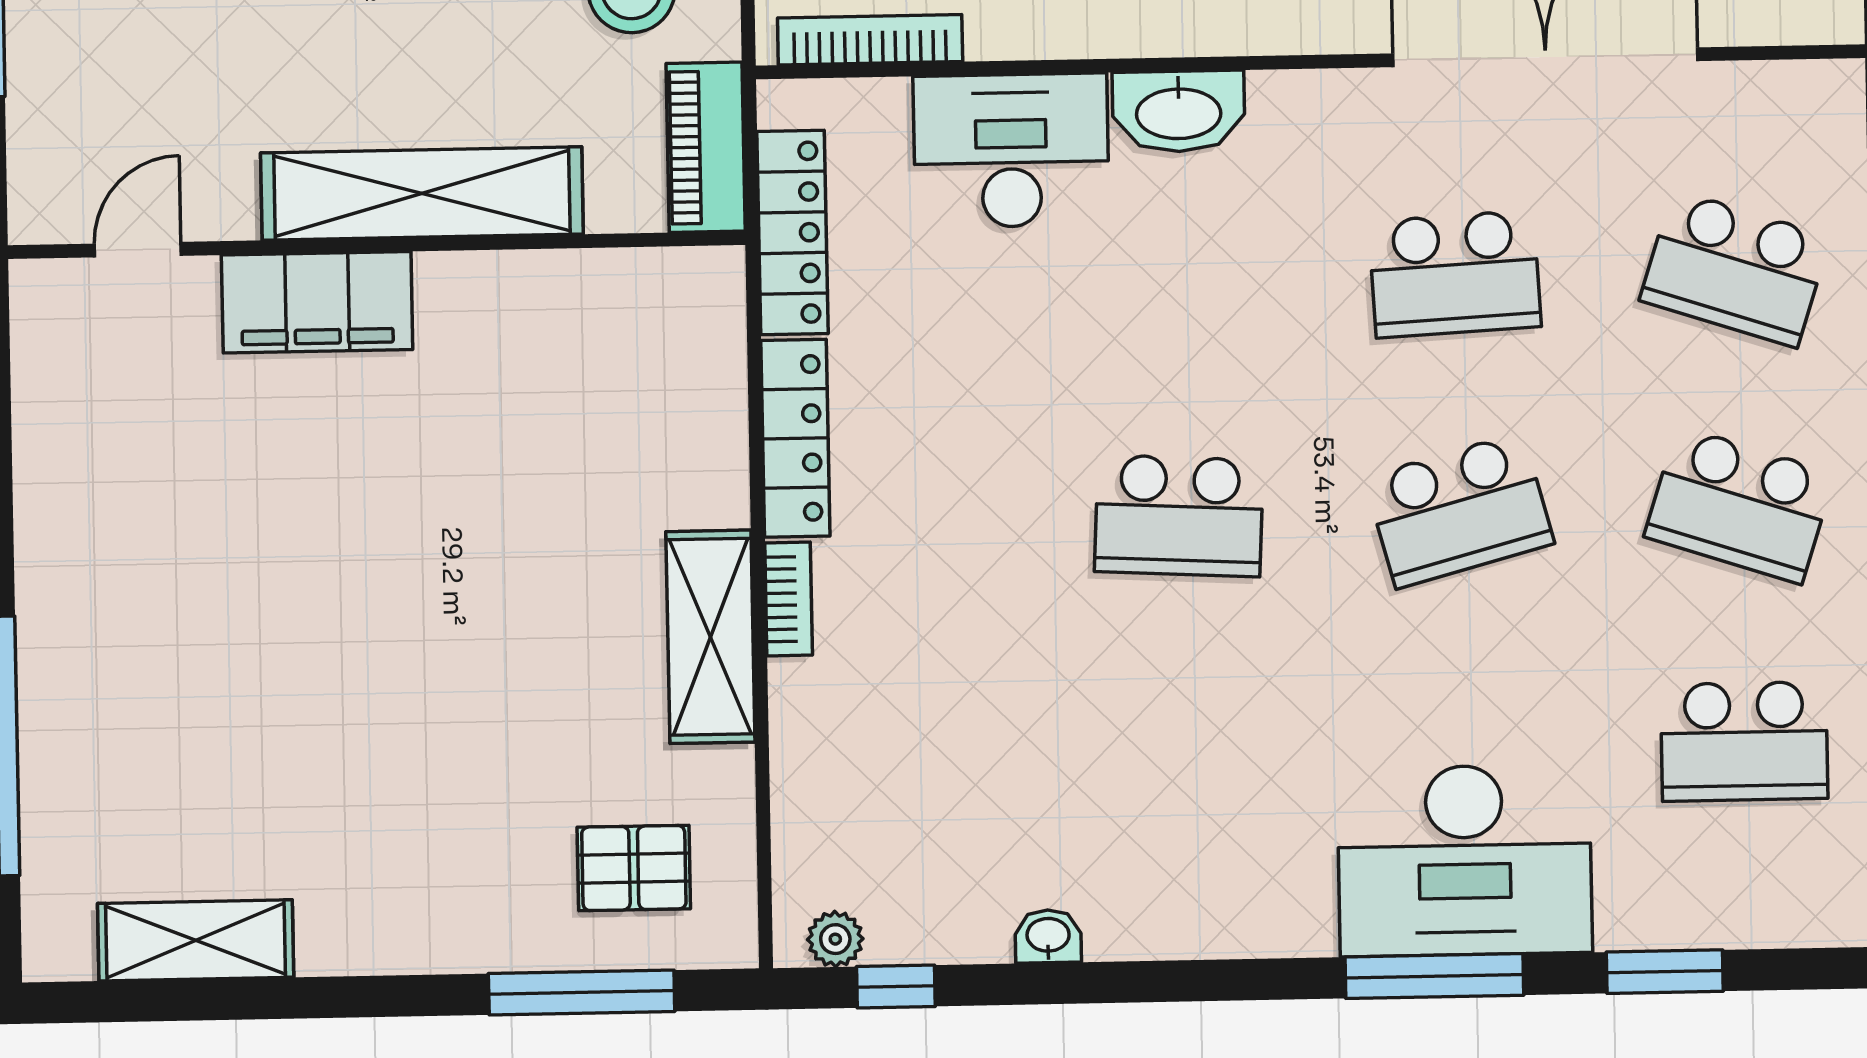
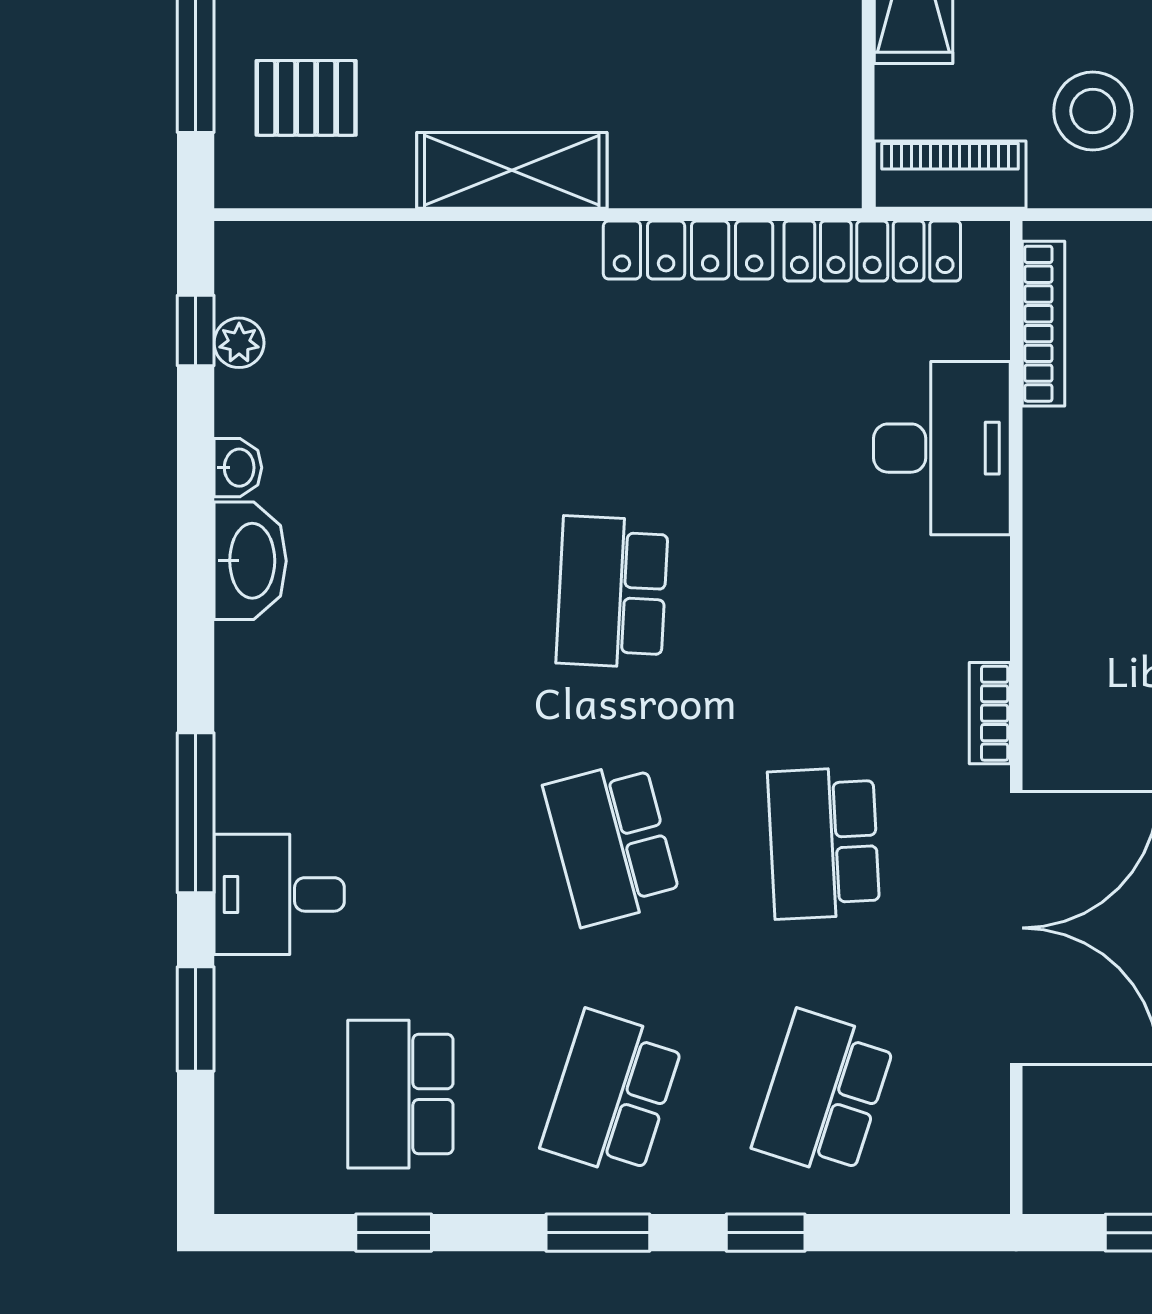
washbasin: (1179, 111) -> (250, 561), moved, turned 180
bookcase: (789, 599) -> (990, 713), moved, turned 90
desk: (1465, 860) -> (279, 894), width x0.53, depth x0.77
pallet: (634, 868) -> (306, 98), turned 90
plant: (835, 939) -> (239, 343), moved

